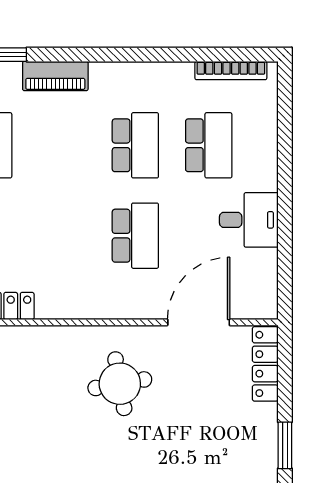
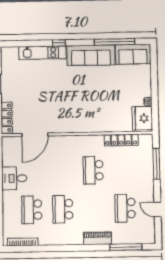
school desk: (135, 236) -> (93, 170), moved
round table: (120, 384) -> (68, 108), removed

